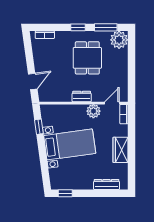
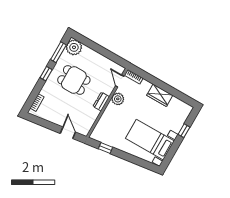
bed with nightstands: (70, 144) -> (150, 140), moved, turned -82
dresser: (107, 185) -> (180, 121), removed
window: (65, 193) -> (184, 131), moved

